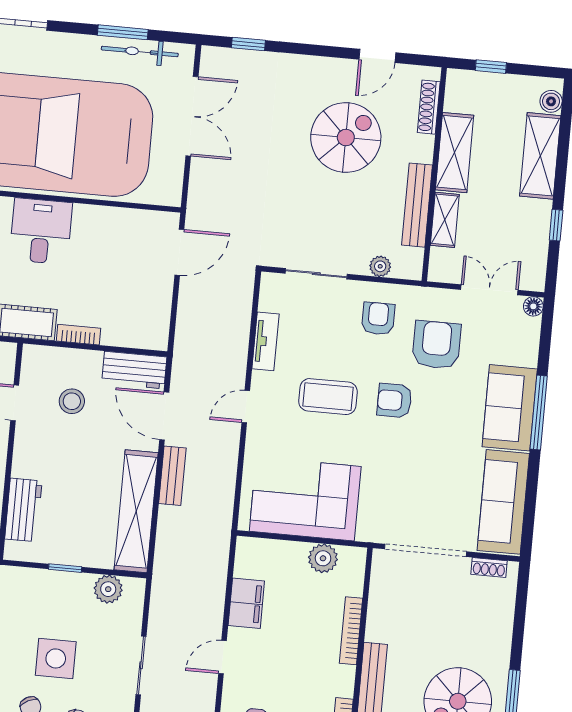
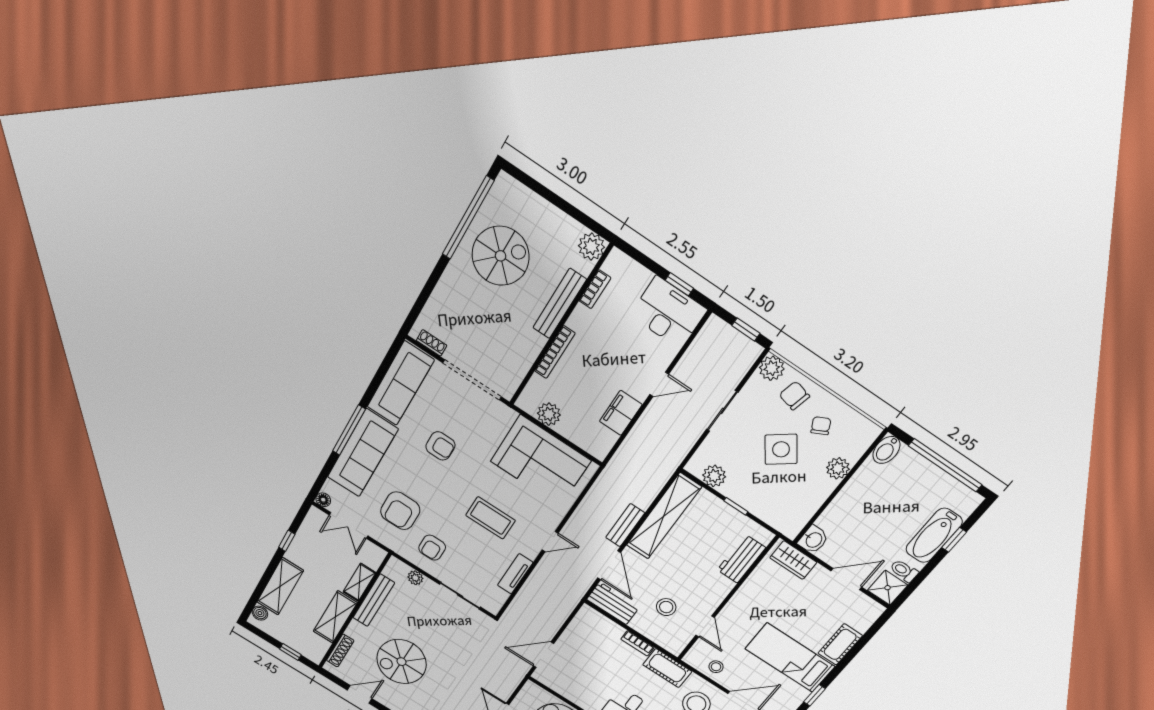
armchair: (394, 401) -> (440, 446), moved
sofa: (510, 408) -> (363, 453), width x1.36
side table: (56, 658) -> (781, 449), turned -37

